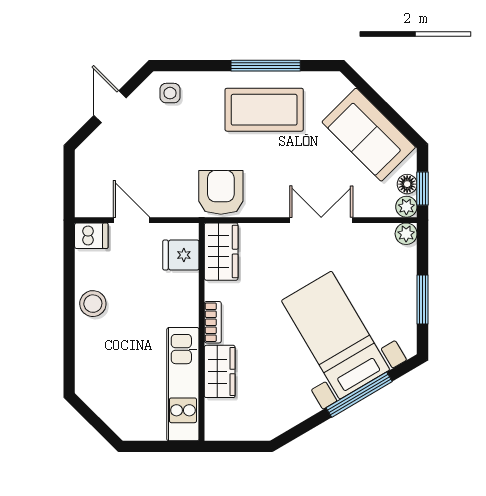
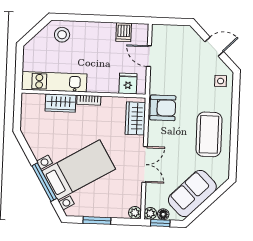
window: (266, 66) -> (234, 136), removed
door: (131, 220) -> (149, 56), swing flipped
dishwasher: (91, 236) -> (124, 32), moved
wardrobe: (221, 252) -> (135, 118), moved, turned 90
stool: (93, 304) -> (62, 35), moved

